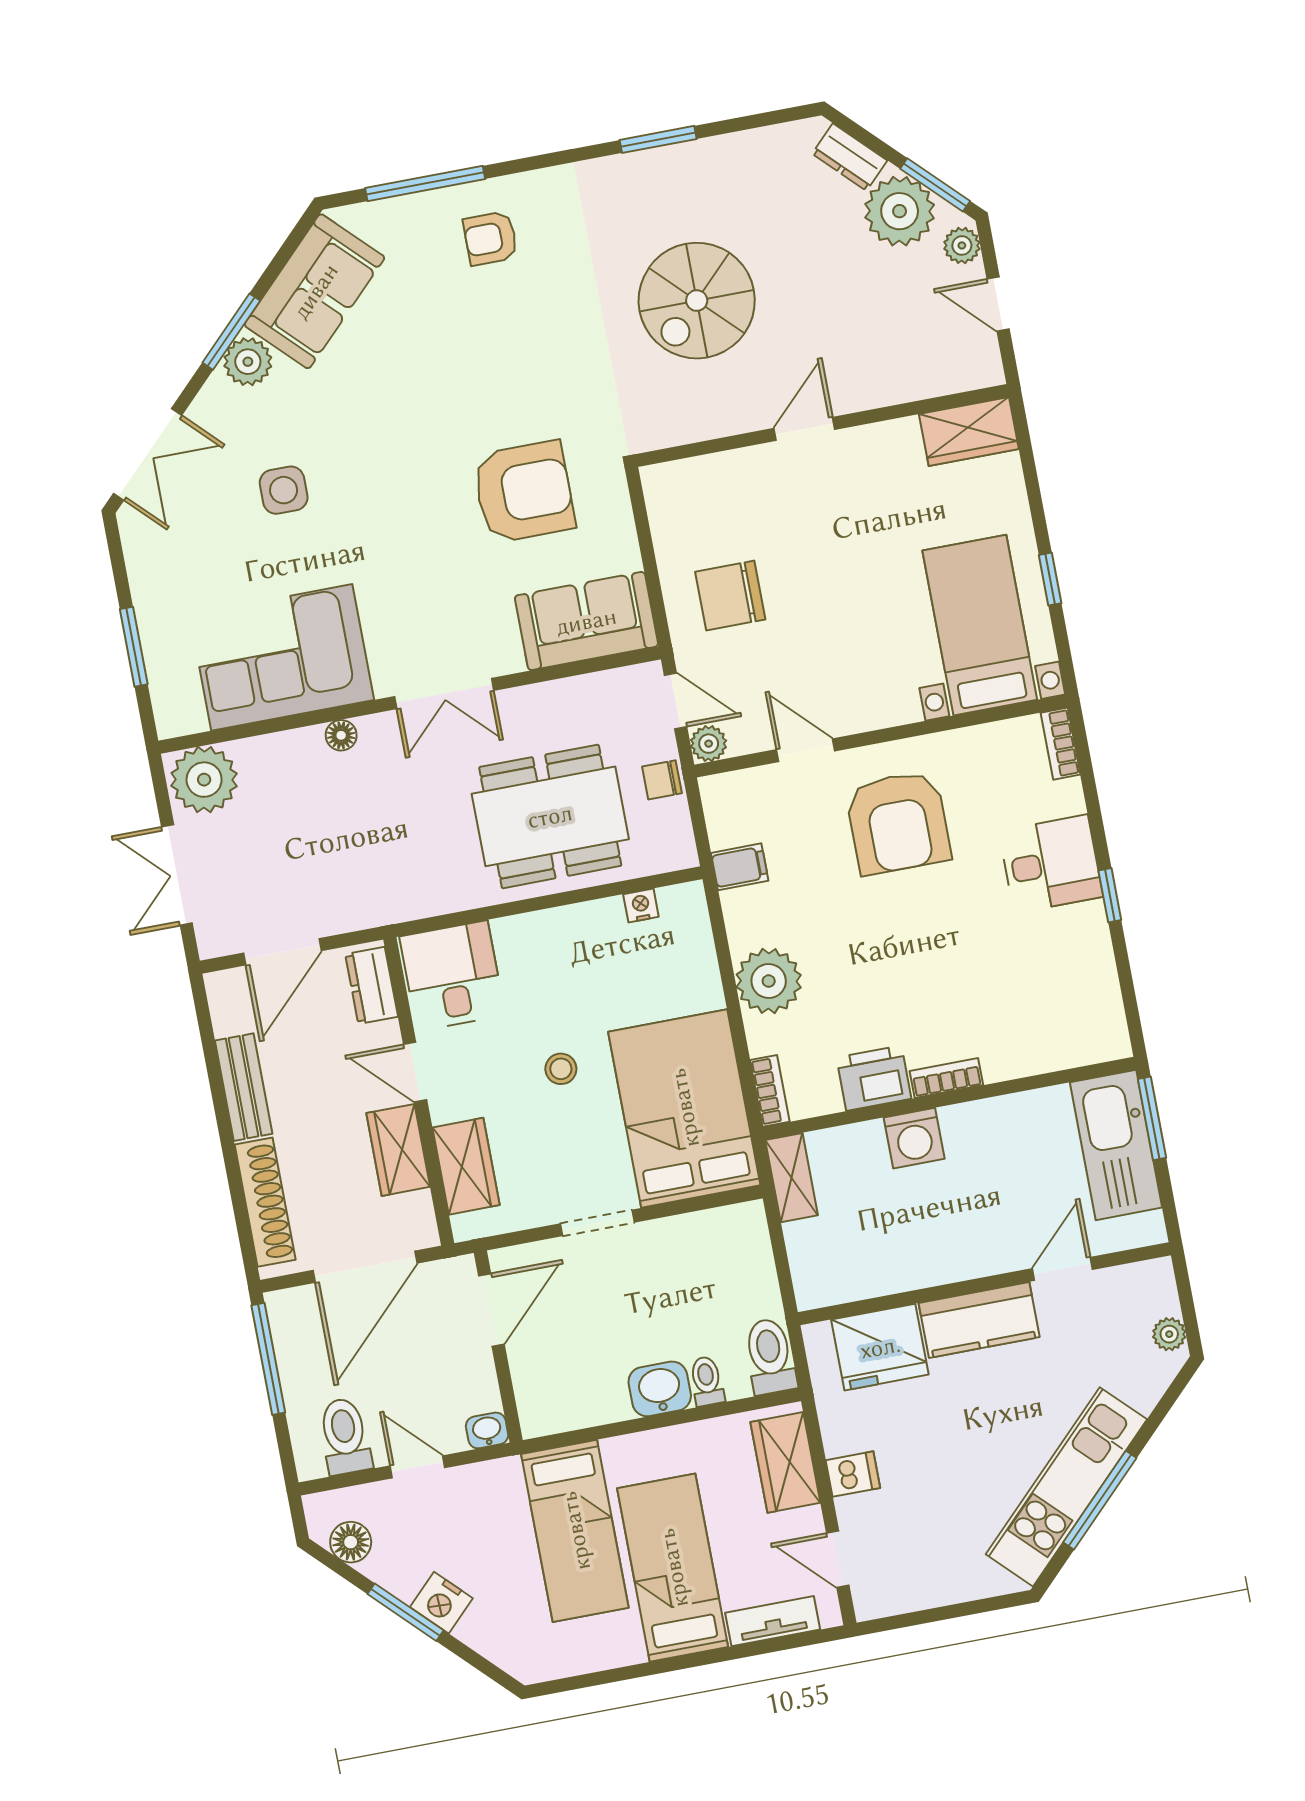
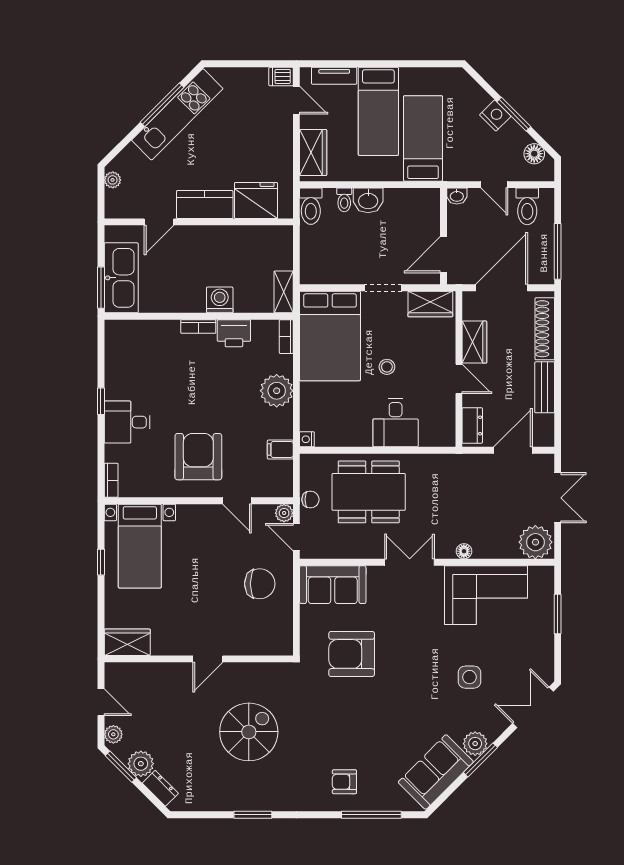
plant: (900, 211) -> (141, 764), width x0.73, depth x0.73
armchair: (490, 238) -> (344, 782), turned 180
nightstand: (641, 906) -> (307, 439), moved, turned 90
desk: (452, 976) -> (396, 423), moved
wardrobe: (466, 1166) -> (430, 304), moved, turned -90
dishwasher: (853, 1474) -> (281, 76), moved

